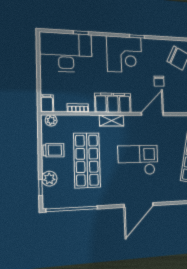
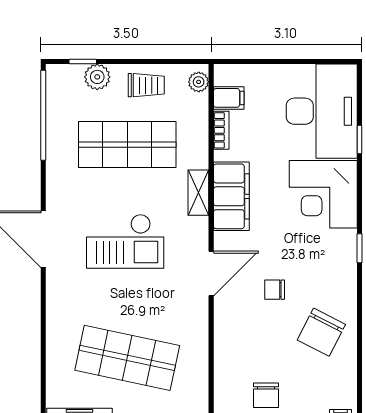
corner desk: (124, 54) -> (323, 194), moved
filing cabinet: (47, 103) -> (229, 98), moved
door: (152, 114) -> (211, 273), hinge flipped
trolley: (54, 150) -> (146, 85), turned -90
checkout: (138, 160) -> (125, 241), turned 90

